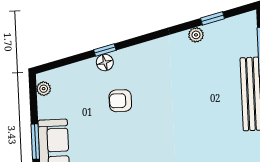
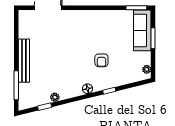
floor lamp: (105, 62) -> (87, 89), moved
armchair: (120, 101) -> (101, 60), turned 90

